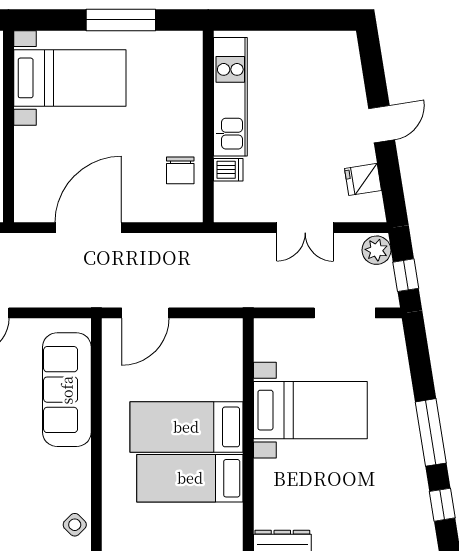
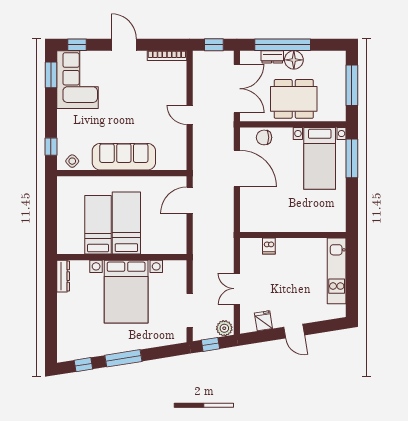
window: (121, 20) -> (352, 158), moved
kitchen unit: (230, 97) -> (337, 271), moved, turned 90
chair: (180, 170) -> (264, 137), moved
door: (145, 313) -> (190, 200), hinge flipped
sofa: (67, 390) -> (124, 157), moved
bed with nightstands: (310, 410) -> (126, 292), width x1.36

